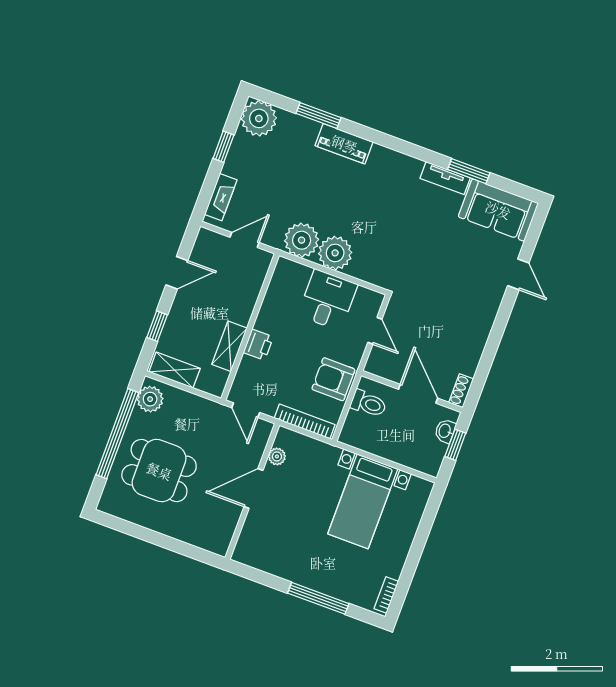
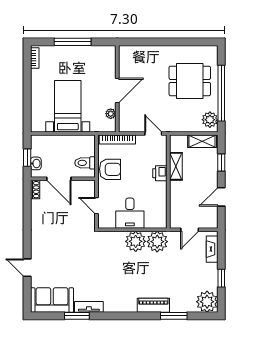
plant: (277, 456) -> (111, 114), moved
door: (253, 488) -> (117, 91), moved
wall: (252, 491) -> (117, 89), moved

